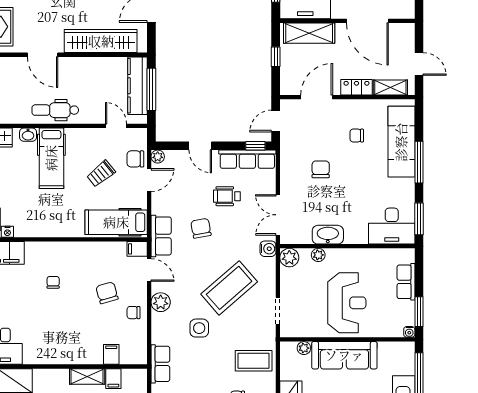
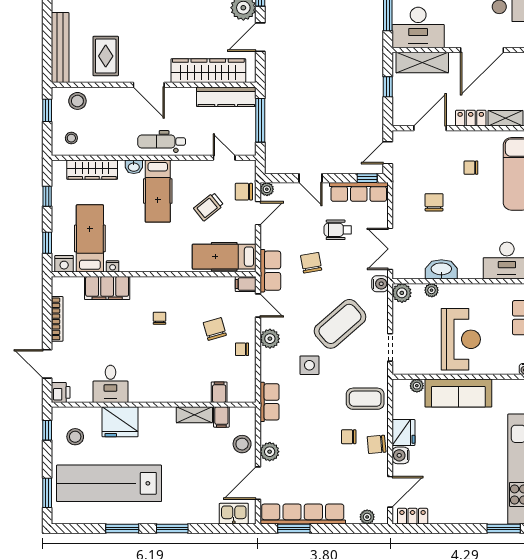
door: (367, 21) -> (482, 50), hinge flipped
kitchen counter: (137, 86) -> (226, 97), moved, turned -90

